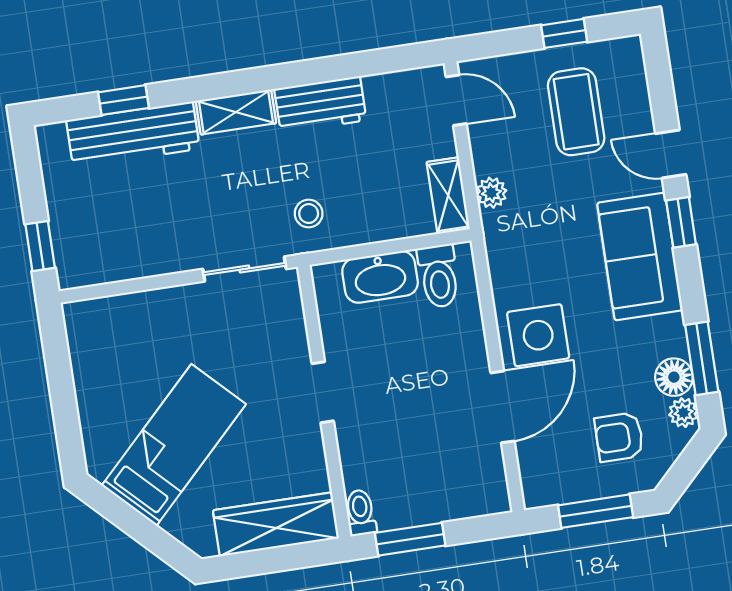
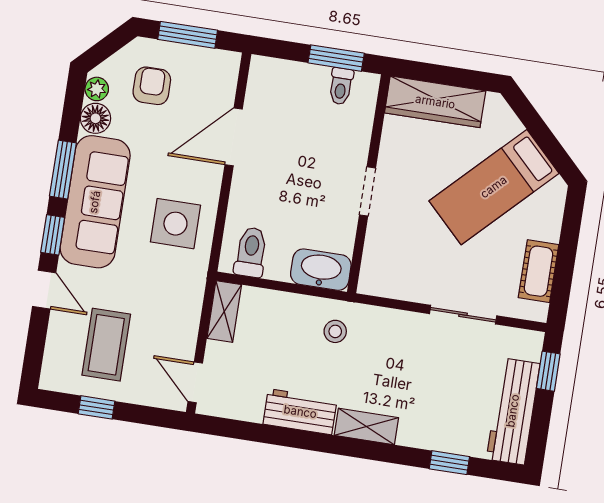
workbench: (133, 135) -> (513, 411), moved, turned -90
plant: (491, 193) -> (191, 303), removed
sofa: (640, 257) -> (95, 202), width x1.36
sliding door: (244, 269) -> (463, 315), moved
washbasin: (380, 277) -> (321, 270), moved
side table: (538, 335) -> (175, 224), moved
window: (702, 358) -> (63, 170), moved
cot: (89, 361) -> (538, 271), added
armchair: (619, 437) -> (152, 86), turned -90
toilet: (361, 513) -> (341, 86), moved

